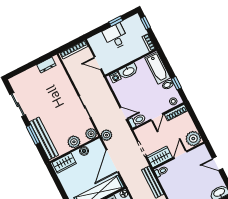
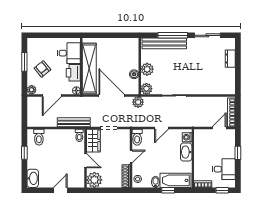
window: (116, 21) -> (238, 153), moved
desk: (116, 37) -> (224, 169), moved
door: (98, 63) -> (219, 128), moved
dresser: (46, 65) -> (230, 59), moved
window: (176, 83) -> (168, 190), moved
door: (124, 113) -> (162, 128), moved
door: (157, 117) -> (131, 157), swing flipped
window: (33, 135) -> (173, 35), width x1.44
wardrobe: (64, 163) -> (132, 50), removed

